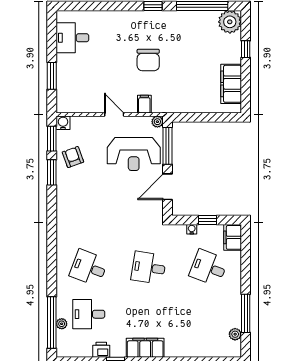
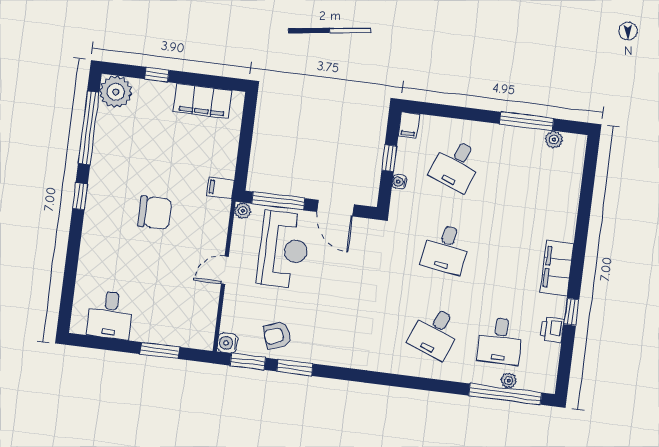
filing cabinet: (144, 104) -> (221, 188), moved
filing cabinet: (233, 237) -> (409, 125), width x0.50

